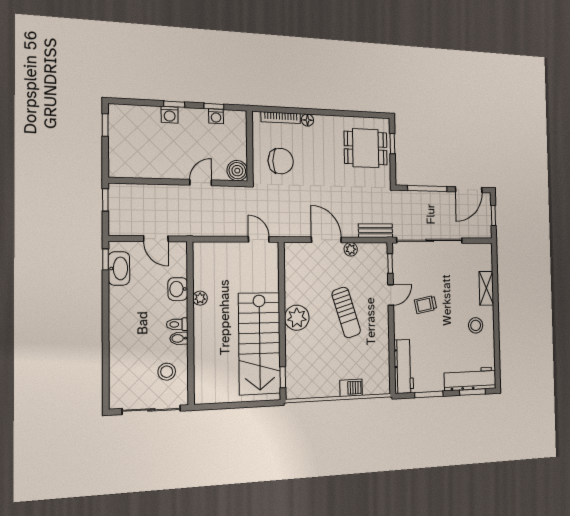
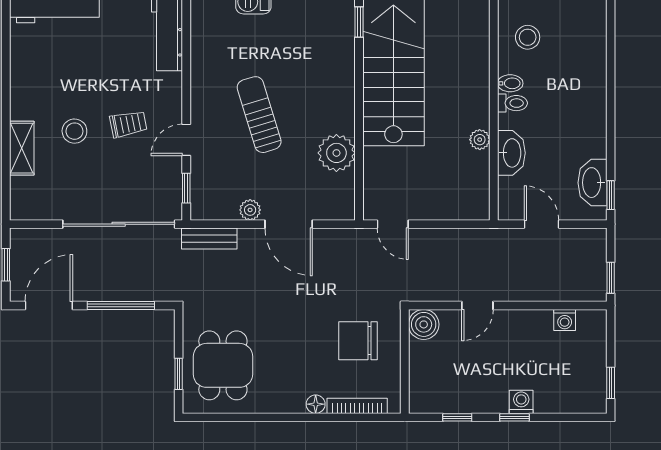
washing machine: (216, 116) -> (565, 320), moved, turned 180
dining table: (366, 148) -> (223, 365), turned 90
washbasin: (178, 289) -> (511, 153), width x1.38
plant: (297, 318) -> (336, 153), moved
stool: (476, 325) -> (74, 131), moved

